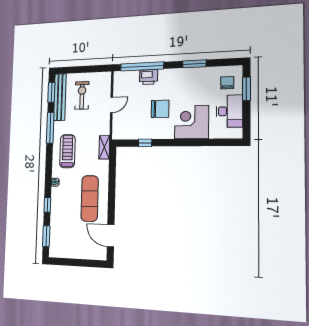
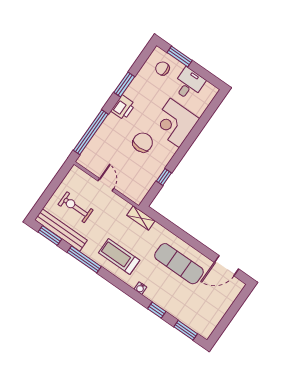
printer: (148, 77) -> (123, 108), moved
desk: (229, 111) -> (189, 84), width x0.73

